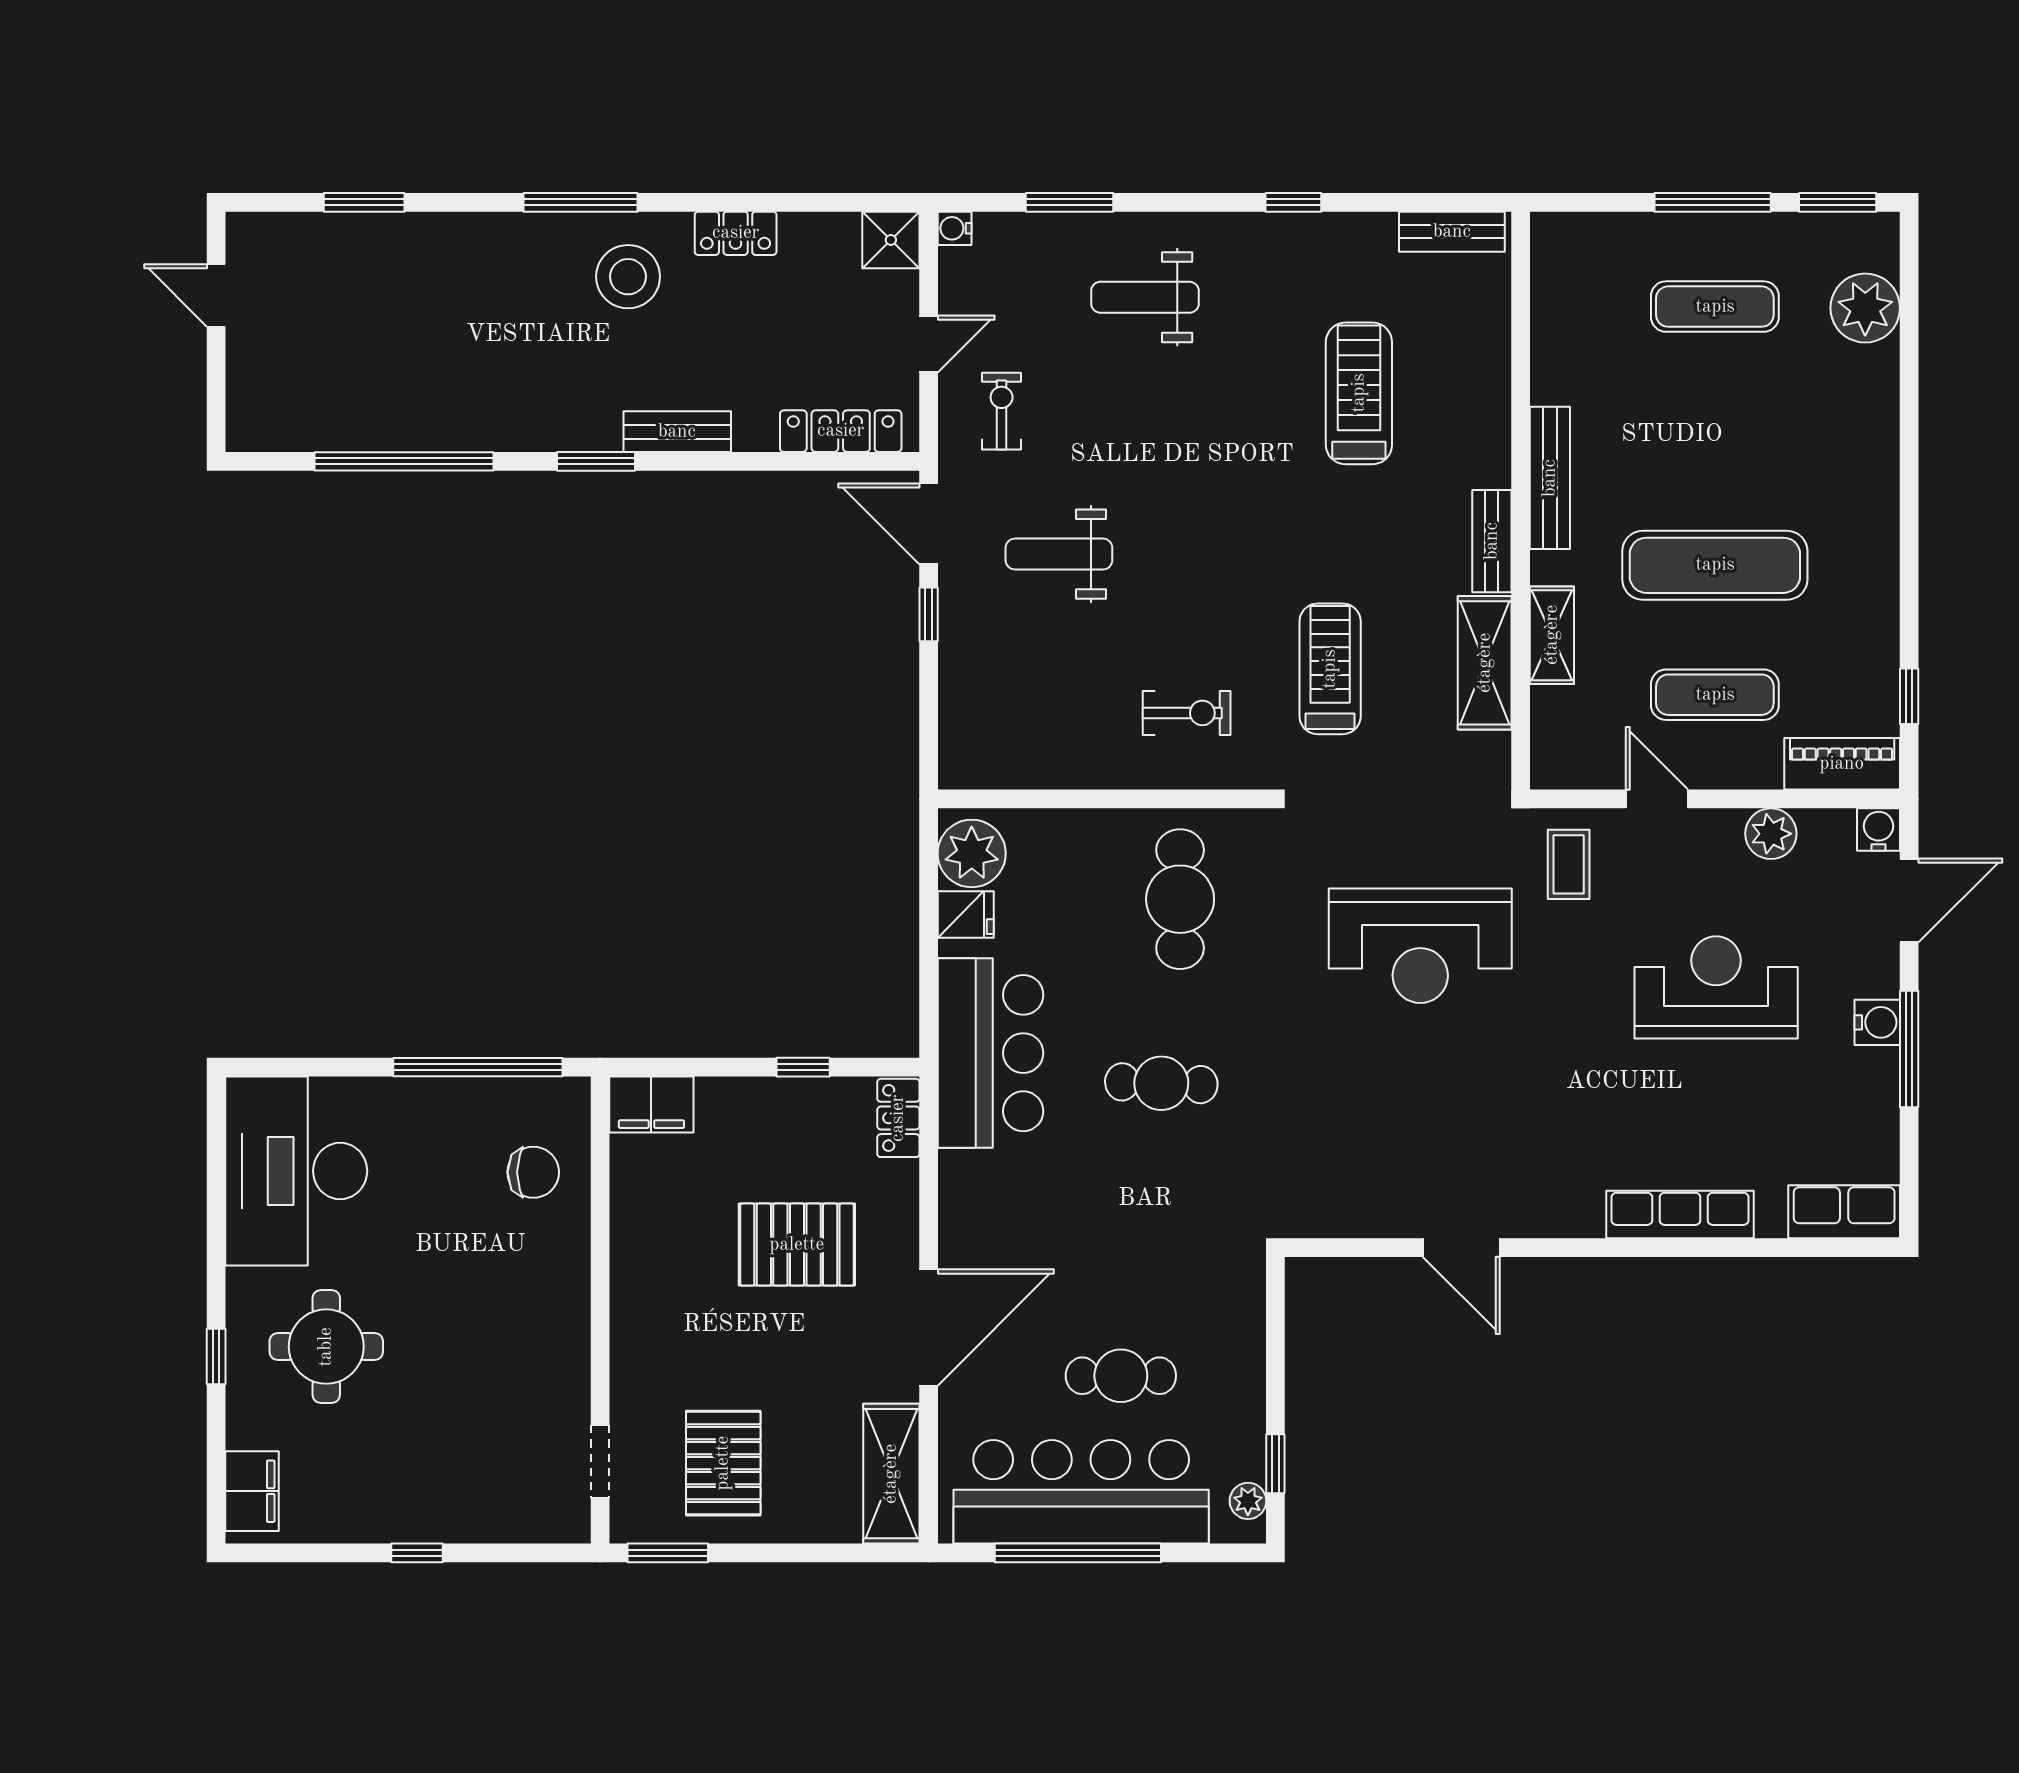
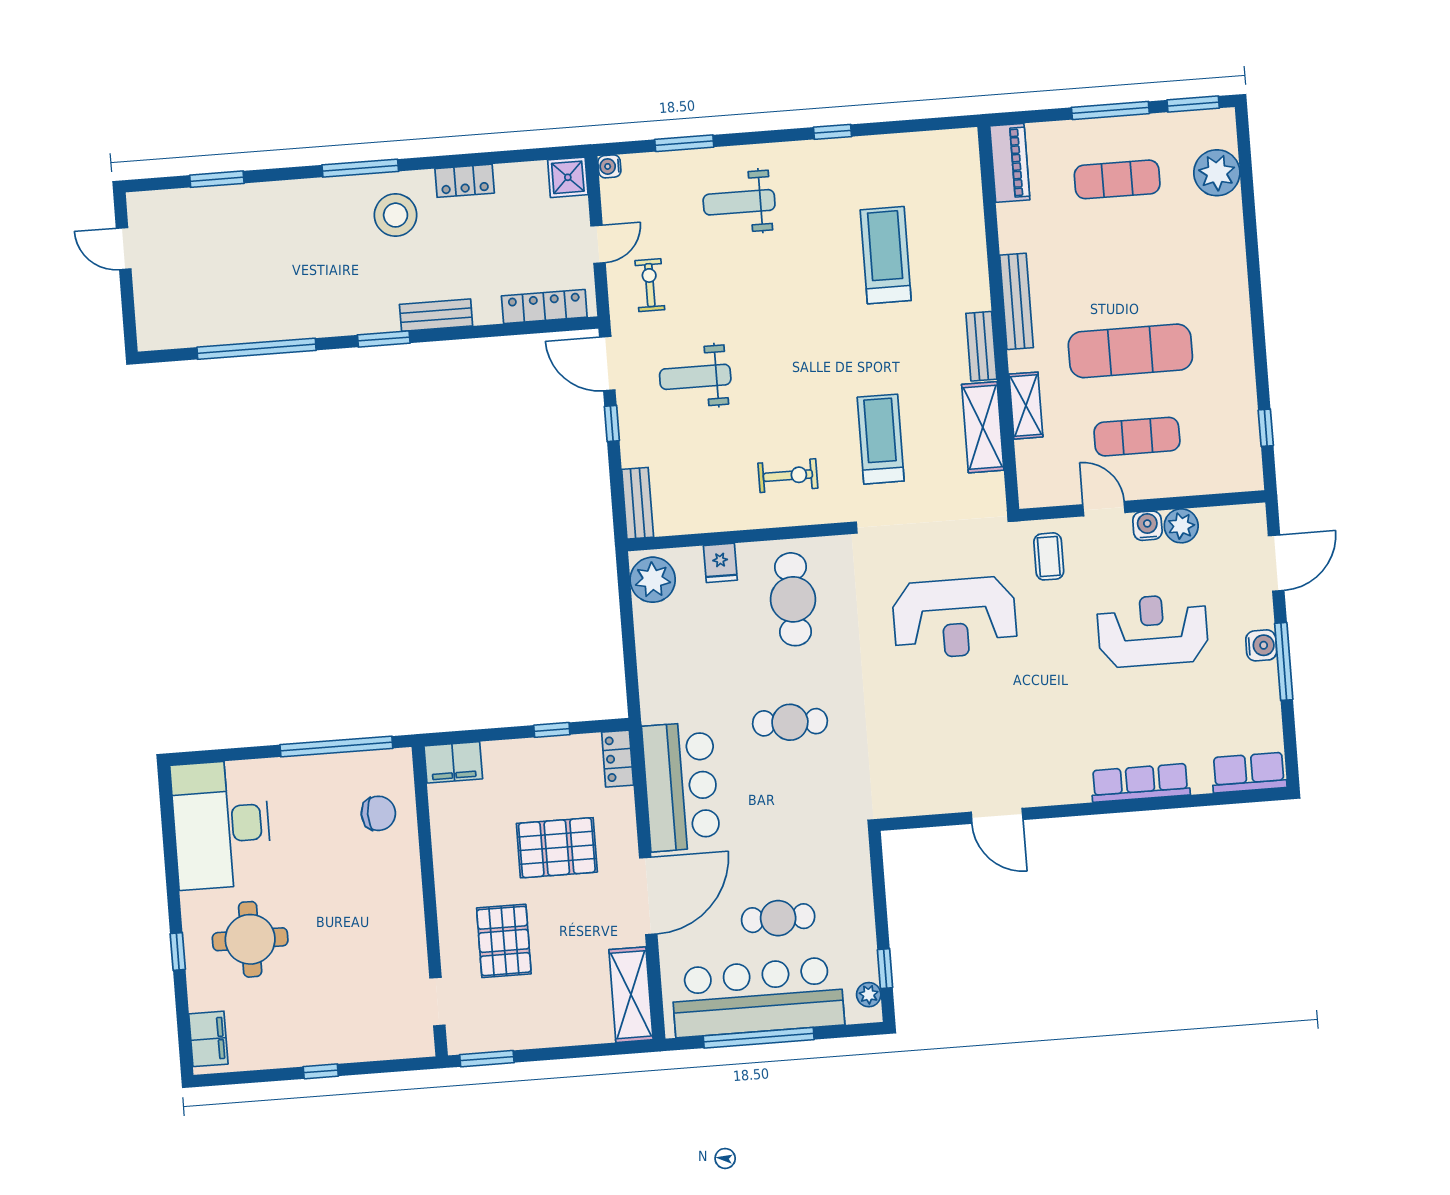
bench: (1452, 232) -> (638, 503), moved, turned 90
piano: (1842, 764) -> (1010, 163), moved, turned 90
water cooler: (1879, 830) -> (1147, 526), moved
fridge: (966, 915) -> (720, 563), moved, turned 90
bar counter: (990, 1053) -> (681, 787), moved
pallet: (723, 1463) -> (504, 941), moved

